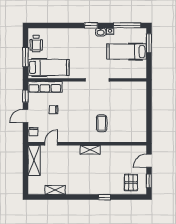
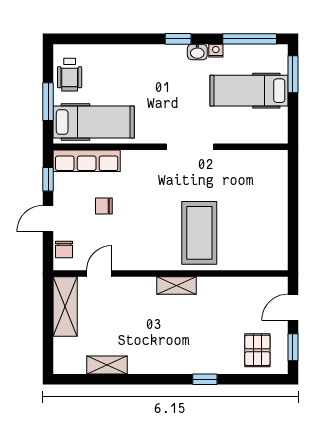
coffee table: (102, 123) -> (199, 233), width x1.86, depth x1.72

